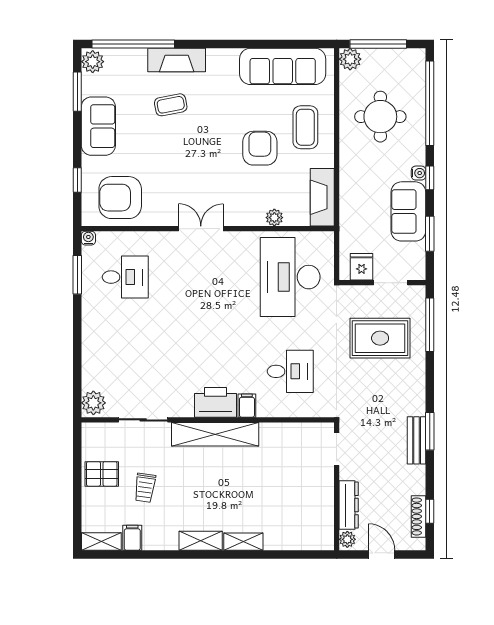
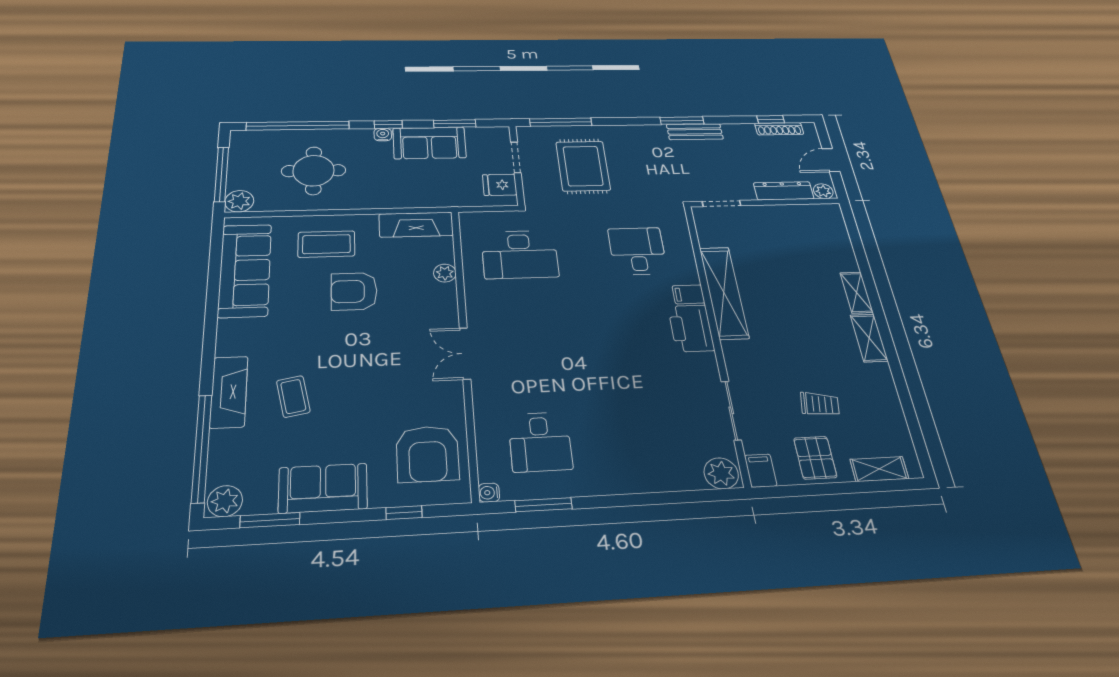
desk: (125, 277) -> (540, 442), turned 180
desk: (290, 277) -> (520, 254), width x0.73, depth x0.77
shelving: (215, 434) -> (724, 292), moved
filing cabinet: (132, 538) -> (761, 471), moved, turned 90
shelving: (101, 542) -> (879, 469), moved, turned 90

